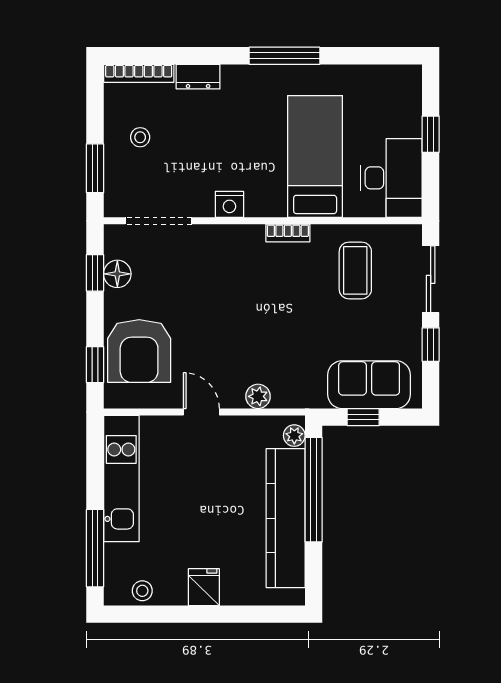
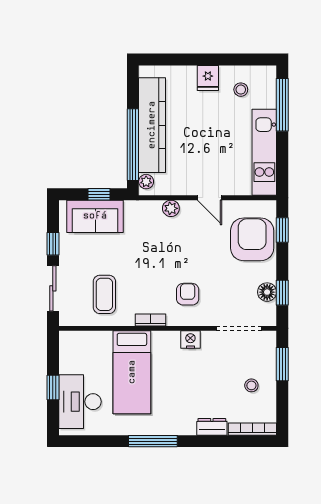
desk: (391, 178) -> (80, 402), moved
armchair: (233, 271) -> (188, 294), added
stool: (142, 591) -> (241, 90), moved

